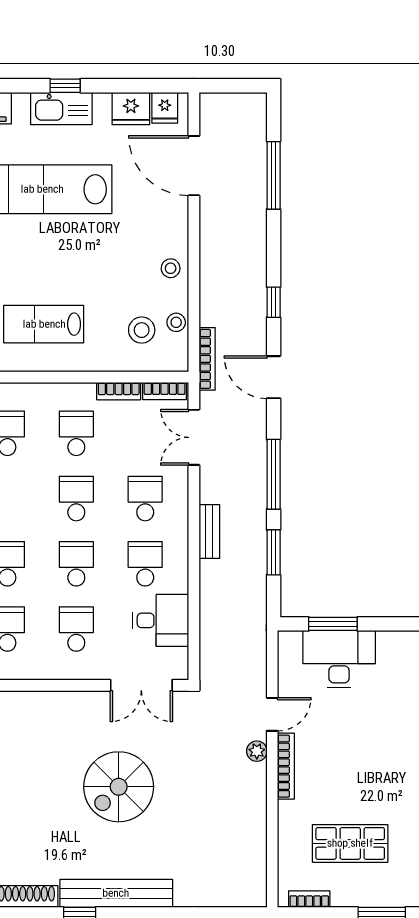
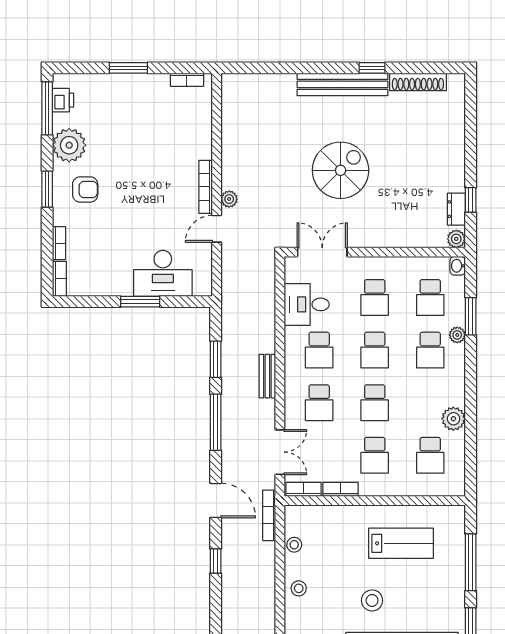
stool: (142, 330) -> (372, 600), moved
window: (333, 624) -> (140, 302), moved
shop shelf: (350, 843) -> (154, 125), removed

